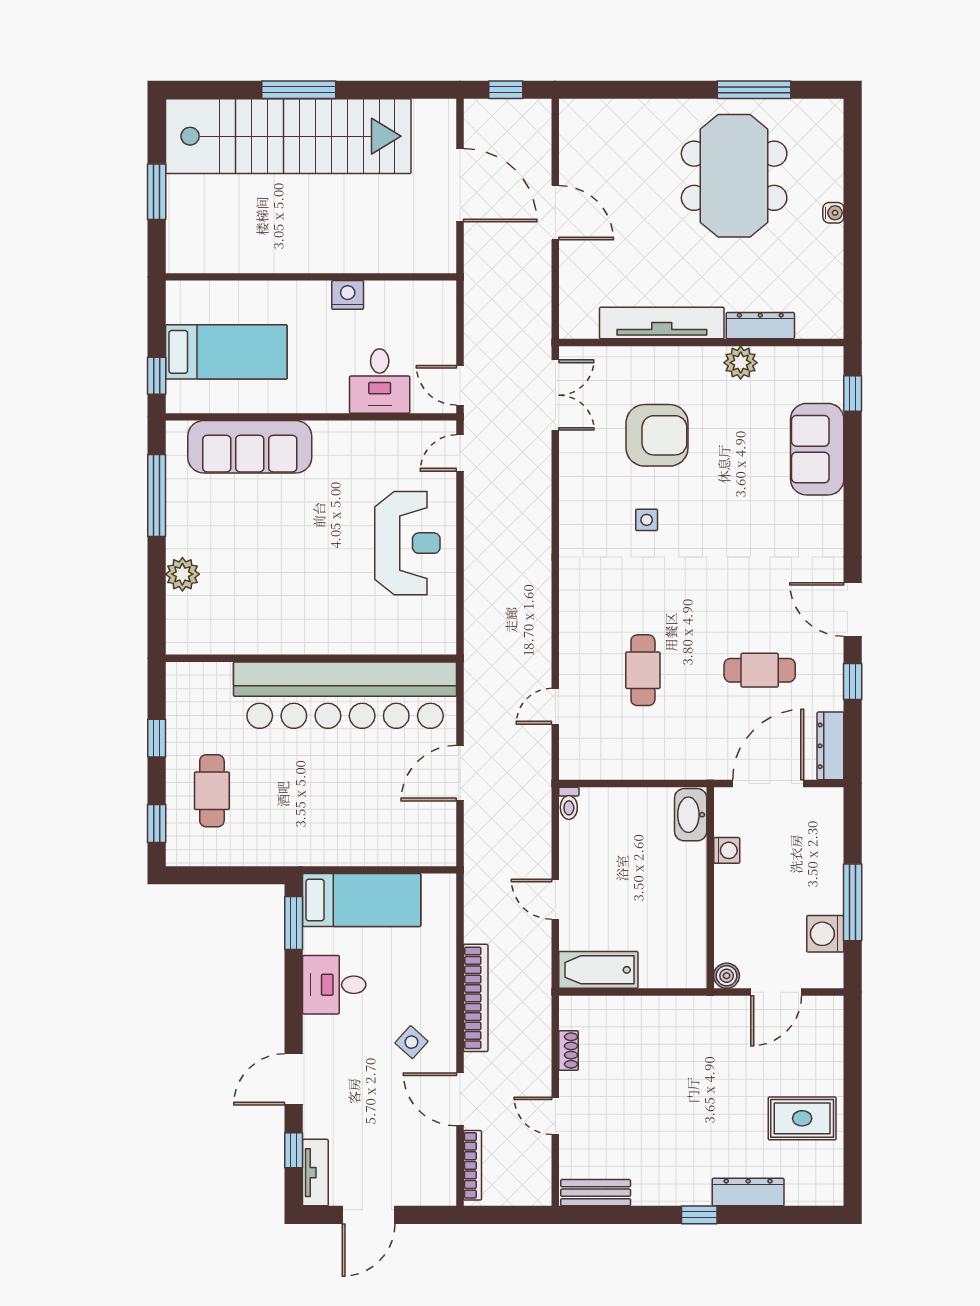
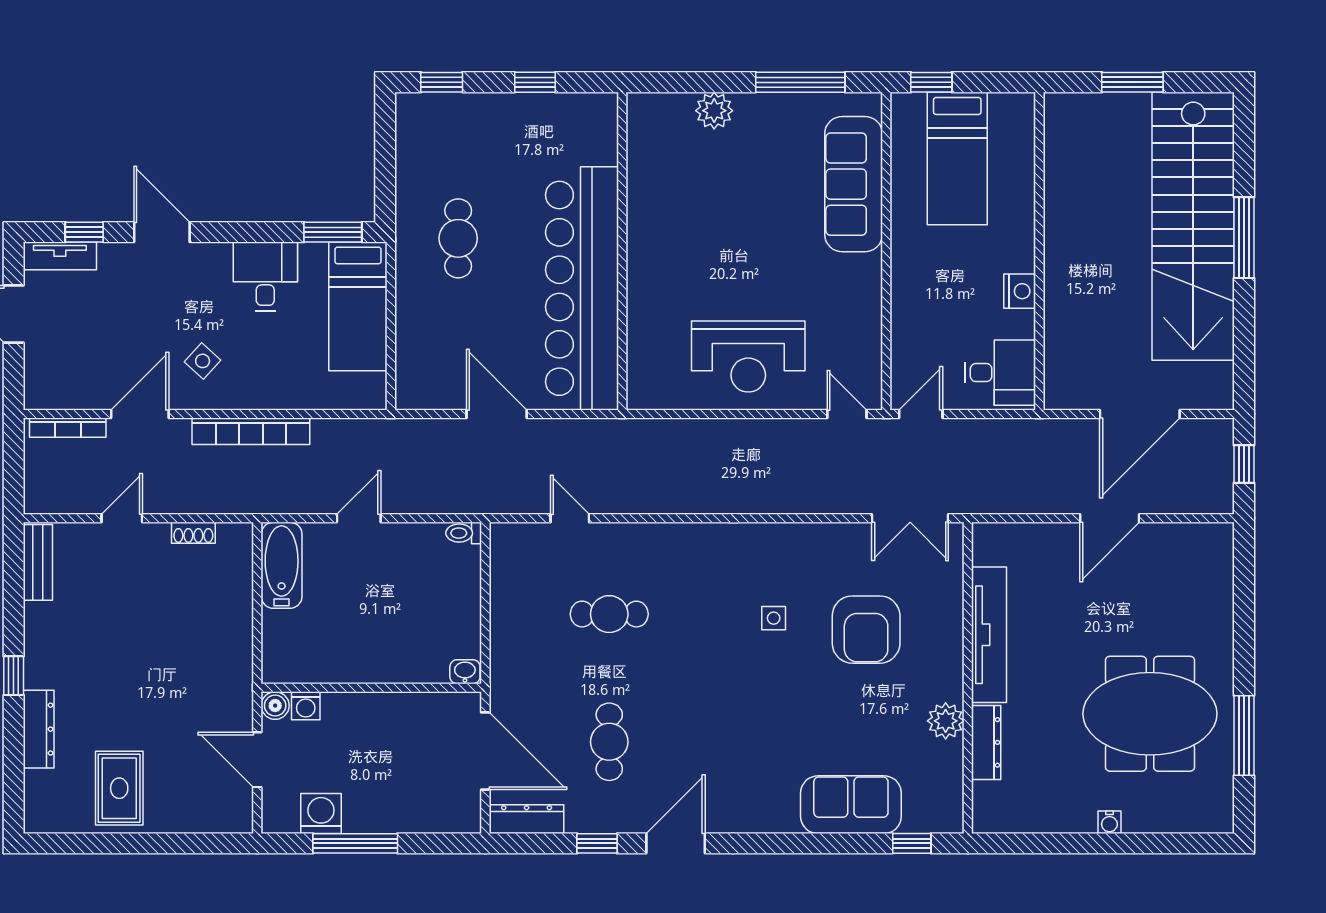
desk: (380, 381) -> (1000, 373), moved, turned 180
cafe table: (212, 791) -> (458, 238), moved, turned 90
washbasin: (691, 815) -> (465, 672), width x0.52, depth x0.69
washing machine: (727, 850) -> (306, 706), moved

